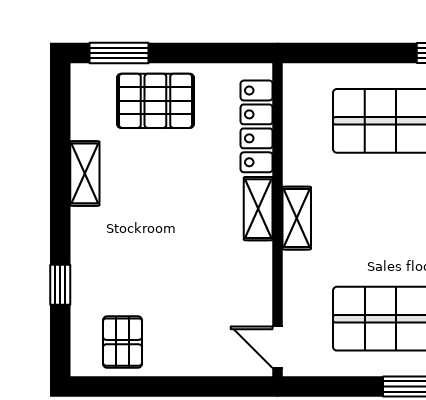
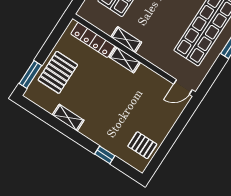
shelving: (297, 218) -> (126, 40), moved

